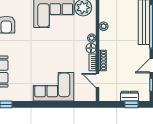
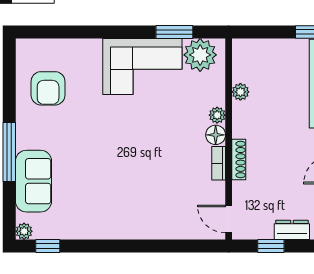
door: (98, 81) -> (229, 219), moved
corner sofa: (54, 87) -> (142, 211), removed
window: (131, 104) -> (271, 246), moved

